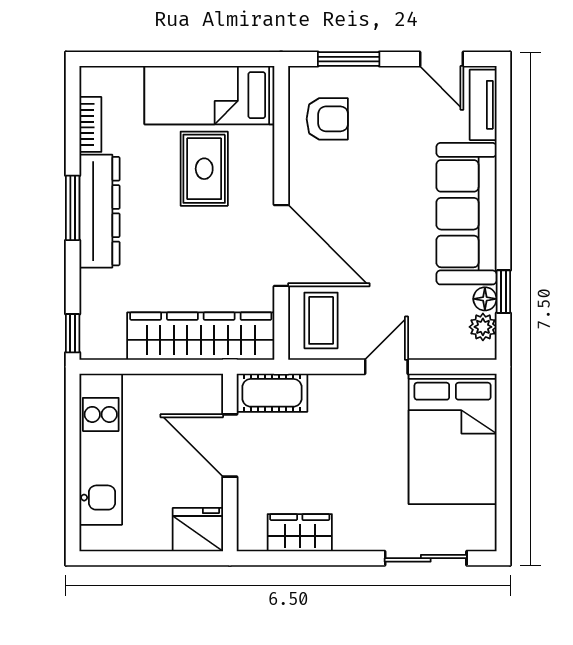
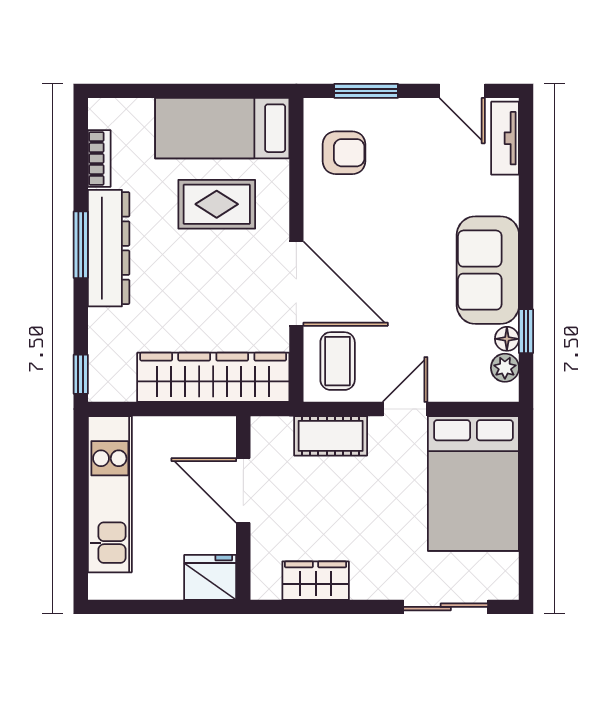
rug: (204, 169) -> (217, 204), turned 90
sofa: (466, 214) -> (488, 270), width x0.73
cot: (272, 393) -> (331, 436), moved

